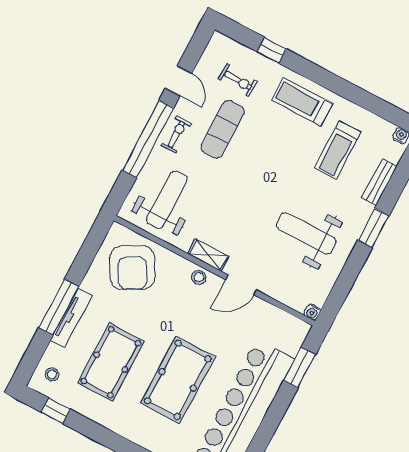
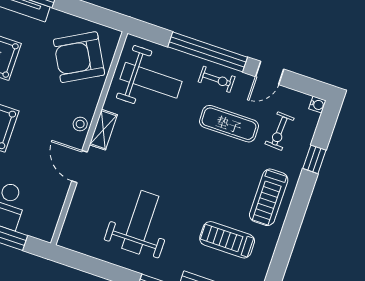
treadmill: (302, 102) -> (269, 197), turned 180
water cooler: (312, 312) -> (317, 105), moved, turned 180

